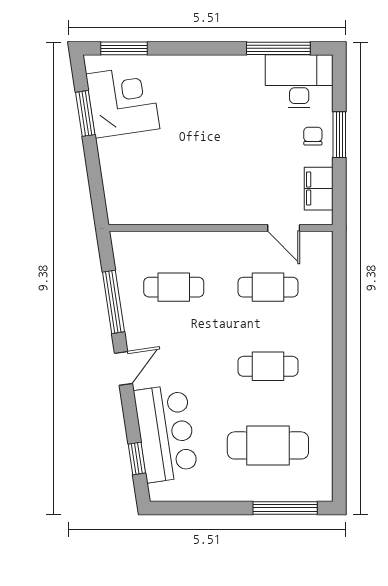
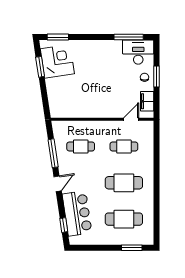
door: (284, 228) -> (131, 119), swing flipped
cafe table: (268, 366) -> (124, 183), width x1.37, depth x1.35
window: (285, 508) -> (132, 248), width x0.69

